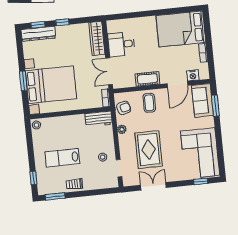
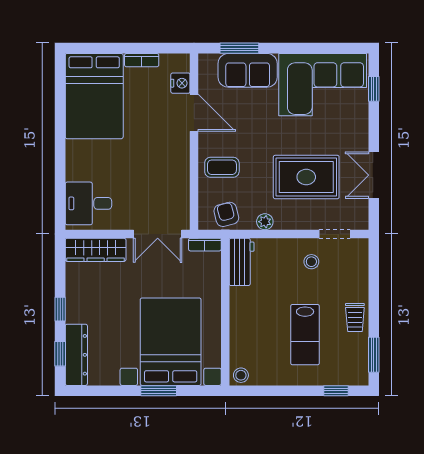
desk: (121, 44) -> (88, 203), moved, turned 90
cot: (147, 79) -> (178, 166), removed
sofa: (203, 100) -> (248, 70), moved

